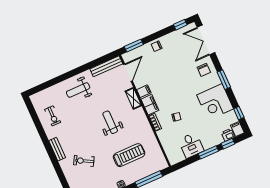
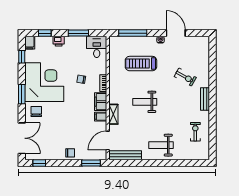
weight bench: (78, 90) -> (161, 145), turned 180
corner desk: (215, 102) -> (44, 82), width x1.36, depth x1.36
weight bench: (110, 122) -> (145, 102), turned 90
printer: (228, 135) -> (59, 41), moved
desk: (191, 145) -> (97, 47), moved
window: (208, 152) -> (78, 33), moved

